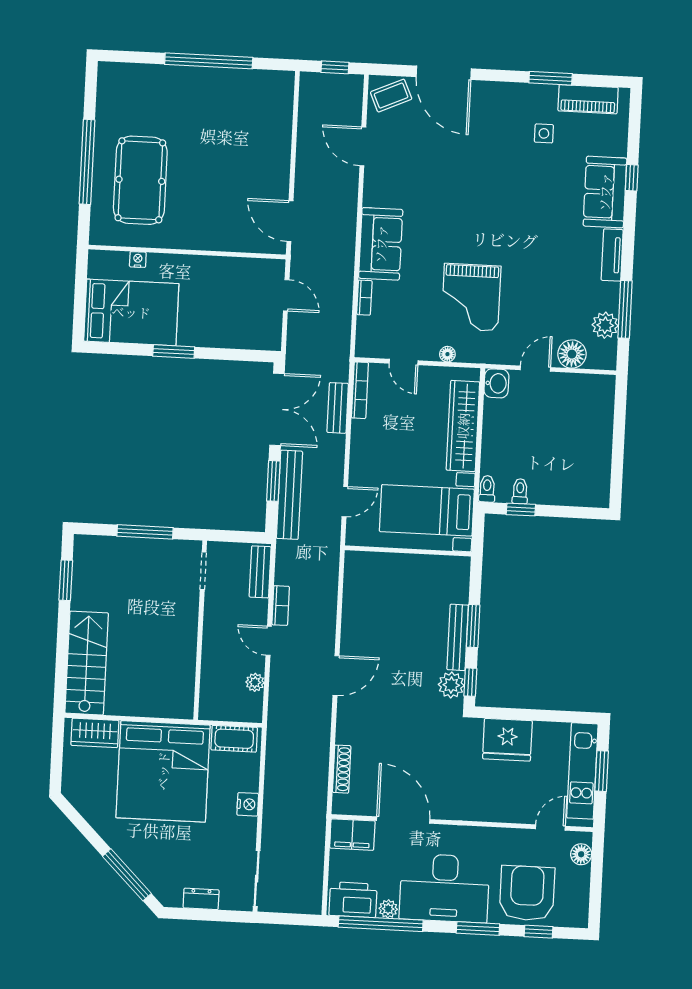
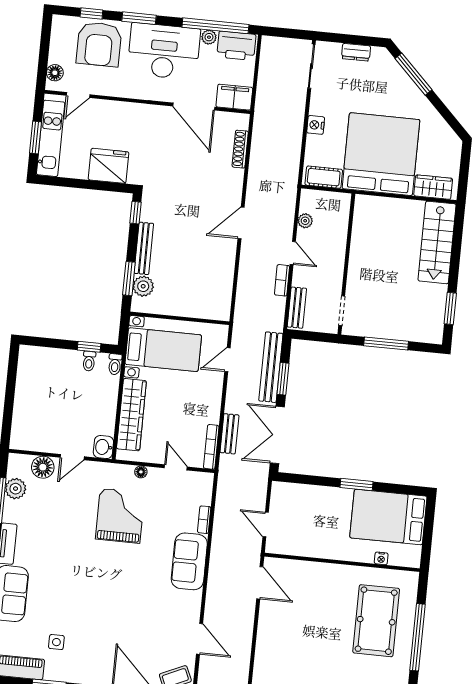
window: (473, 626) -> (129, 279), moved
plant: (451, 685) -> (143, 286), moved

